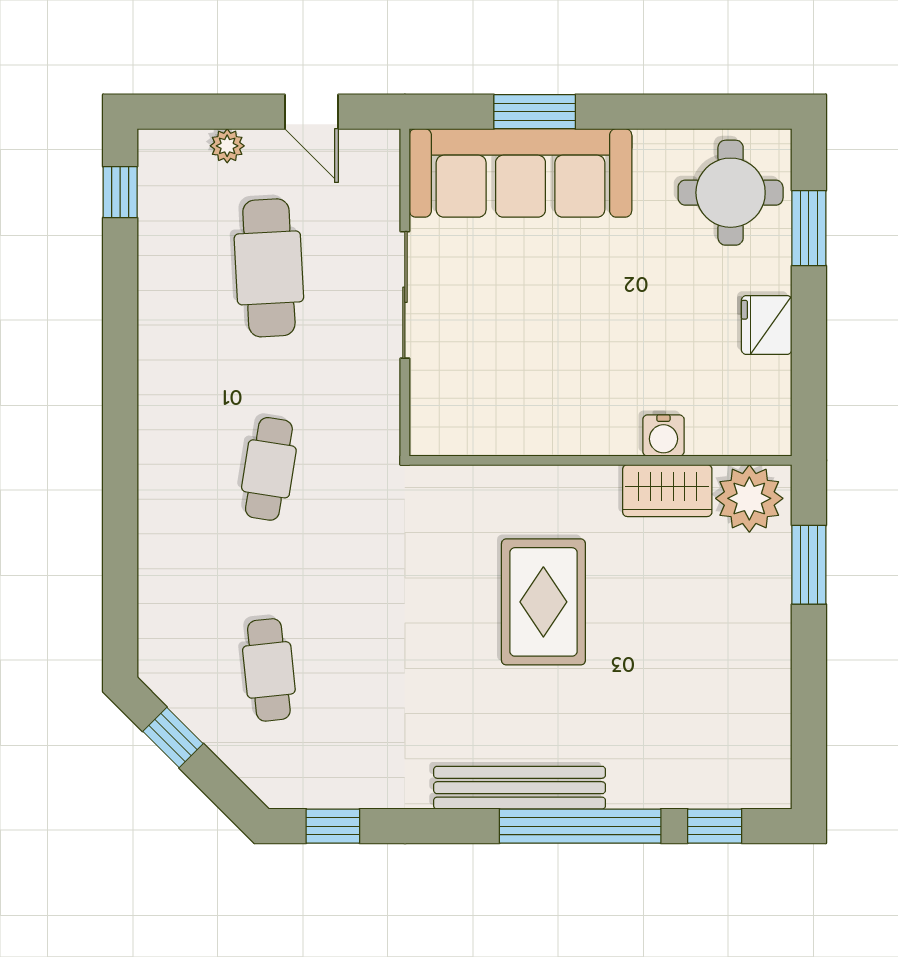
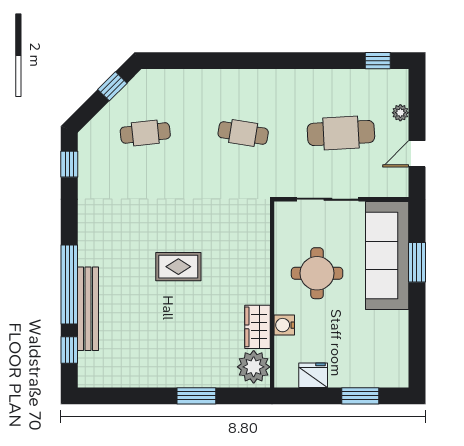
round table: (731, 193) -> (317, 273), moved
water cooler: (663, 435) -> (284, 325), moved
wall: (601, 460) -> (272, 294), moved
wardrobe: (667, 491) -> (257, 327), moved
plant: (749, 498) -> (254, 367), moved
rug: (543, 602) -> (178, 267), width x0.73, depth x0.70
bench: (520, 788) -> (88, 309), moved

